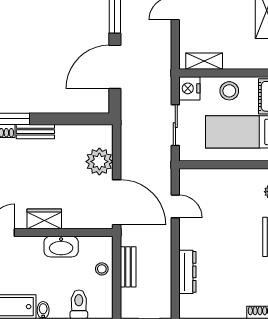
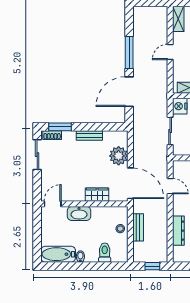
bench: (35, 132) -> (89, 135), moved
wardrobe: (44, 219) -> (97, 195), moved
washbasin: (61, 247) -> (79, 213), moved

